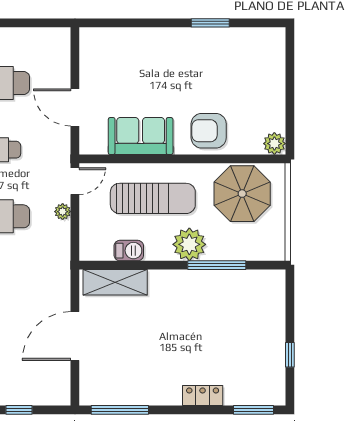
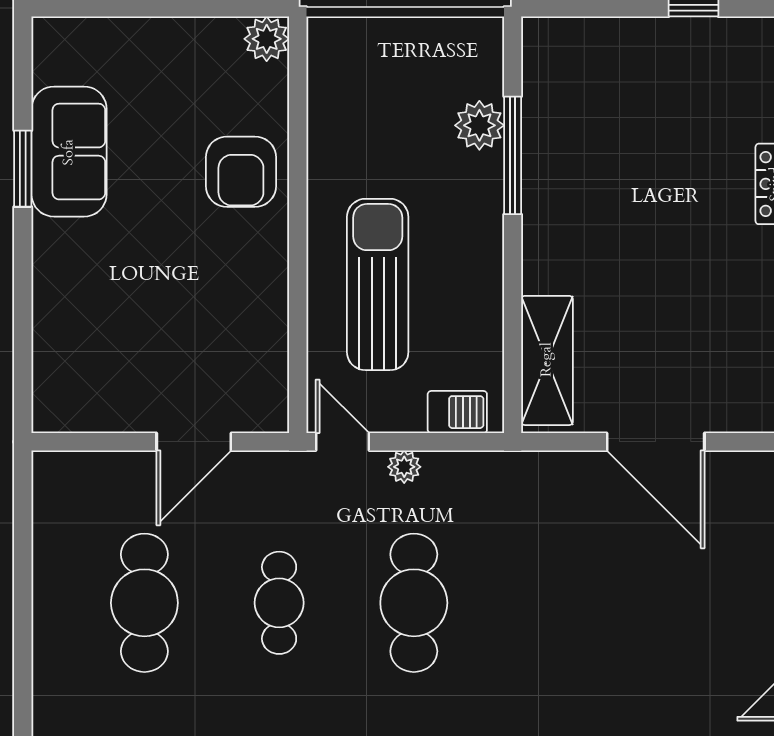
sofa: (141, 136) -> (69, 152), moved, turned 180
parasol: (242, 194) -> (368, 104), removed
plant: (189, 244) -> (479, 125), moved, width x0.73, depth x0.73
barbecue: (129, 251) -> (457, 412), moved, turned 90

